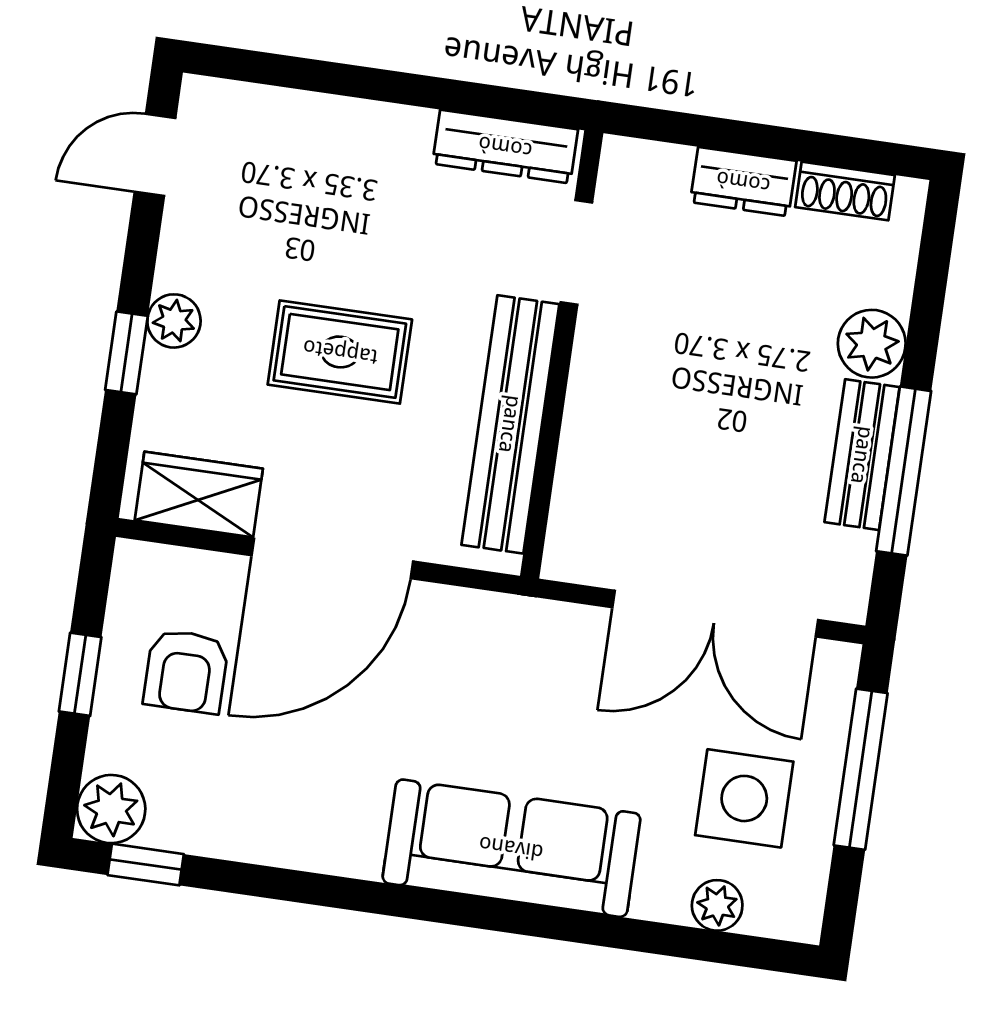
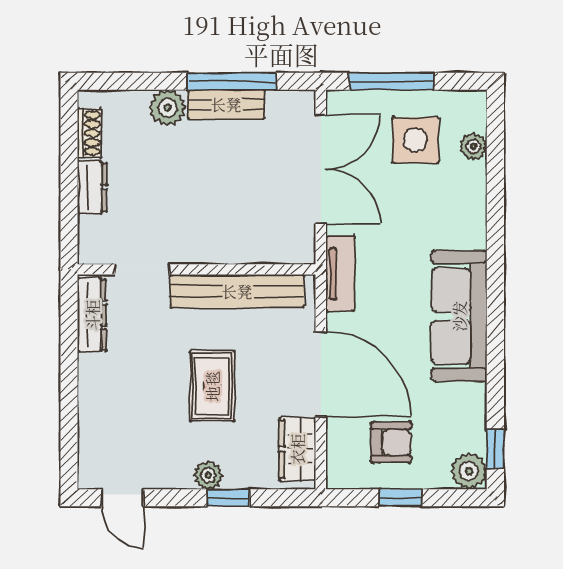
tv unit: (515, 622) -> (340, 274), added
sofa: (511, 848) -> (459, 316), moved

